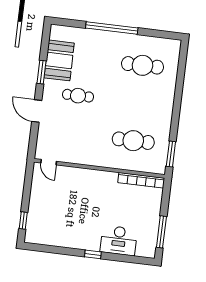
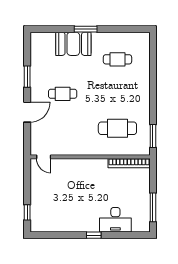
window: (112, 28) -> (86, 29), width x0.47
booth: (59, 60) -> (73, 44), moved, turned 90
cafe table: (143, 65) -> (117, 59), width x0.73, depth x0.74
door: (37, 111) -> (27, 112), swing flipped

